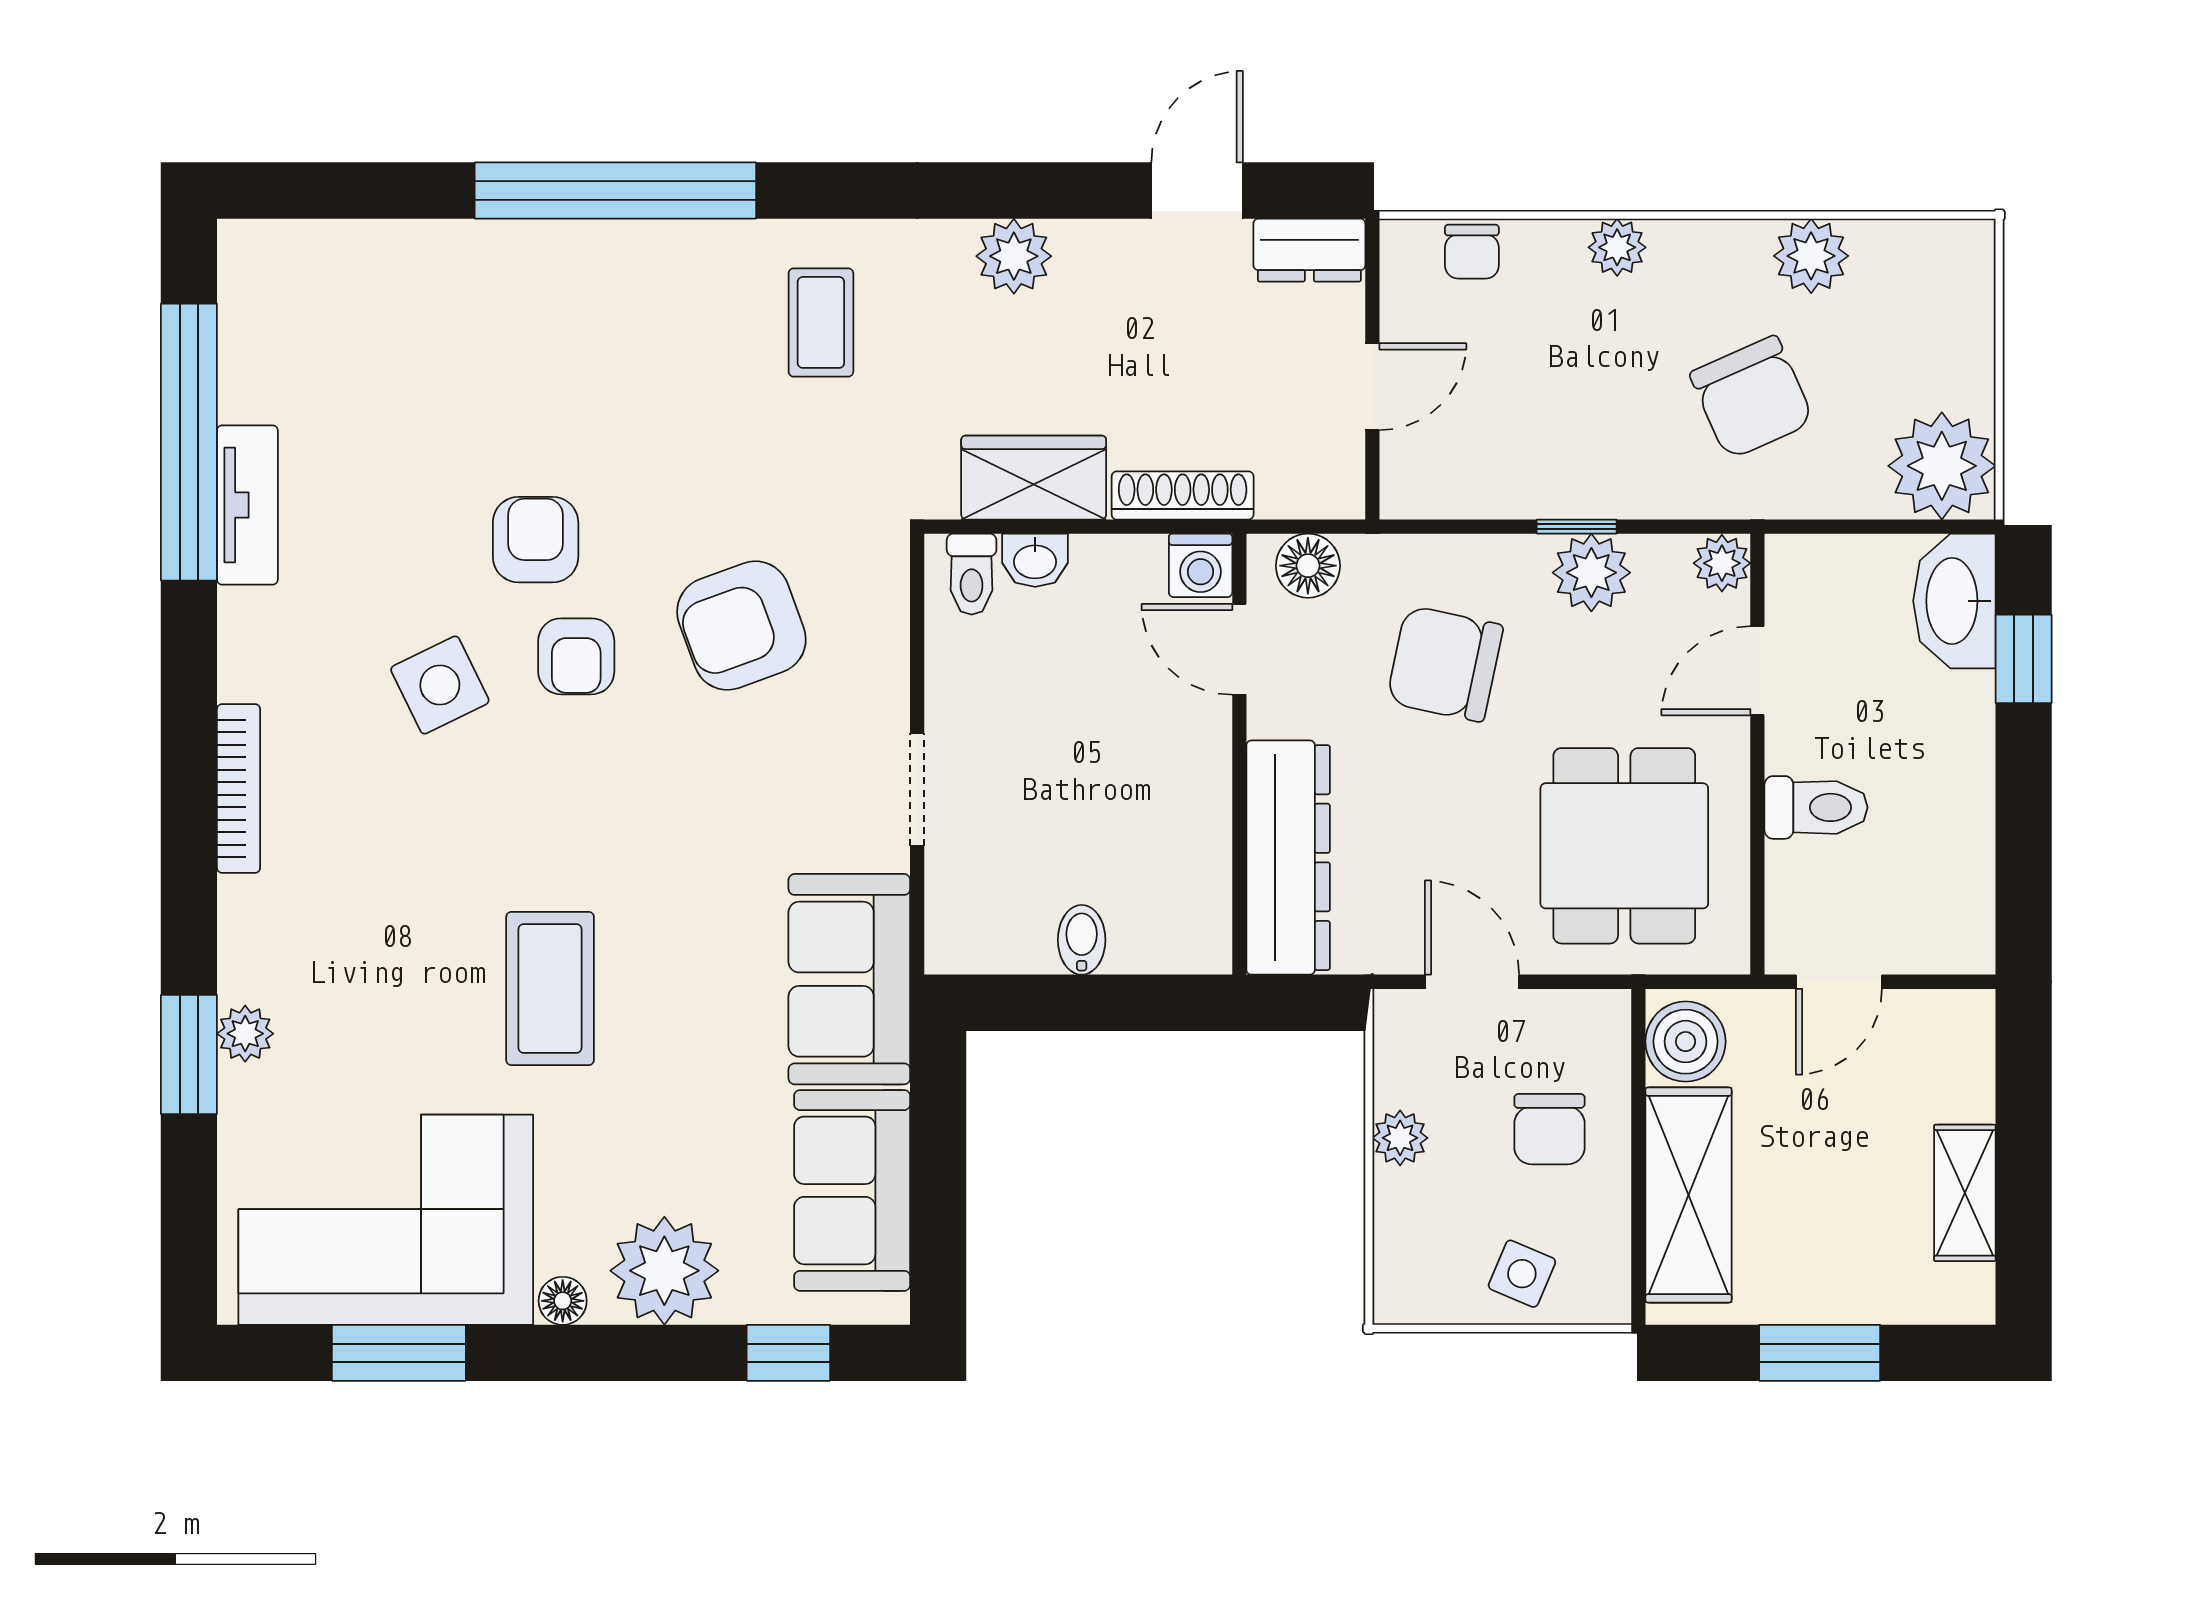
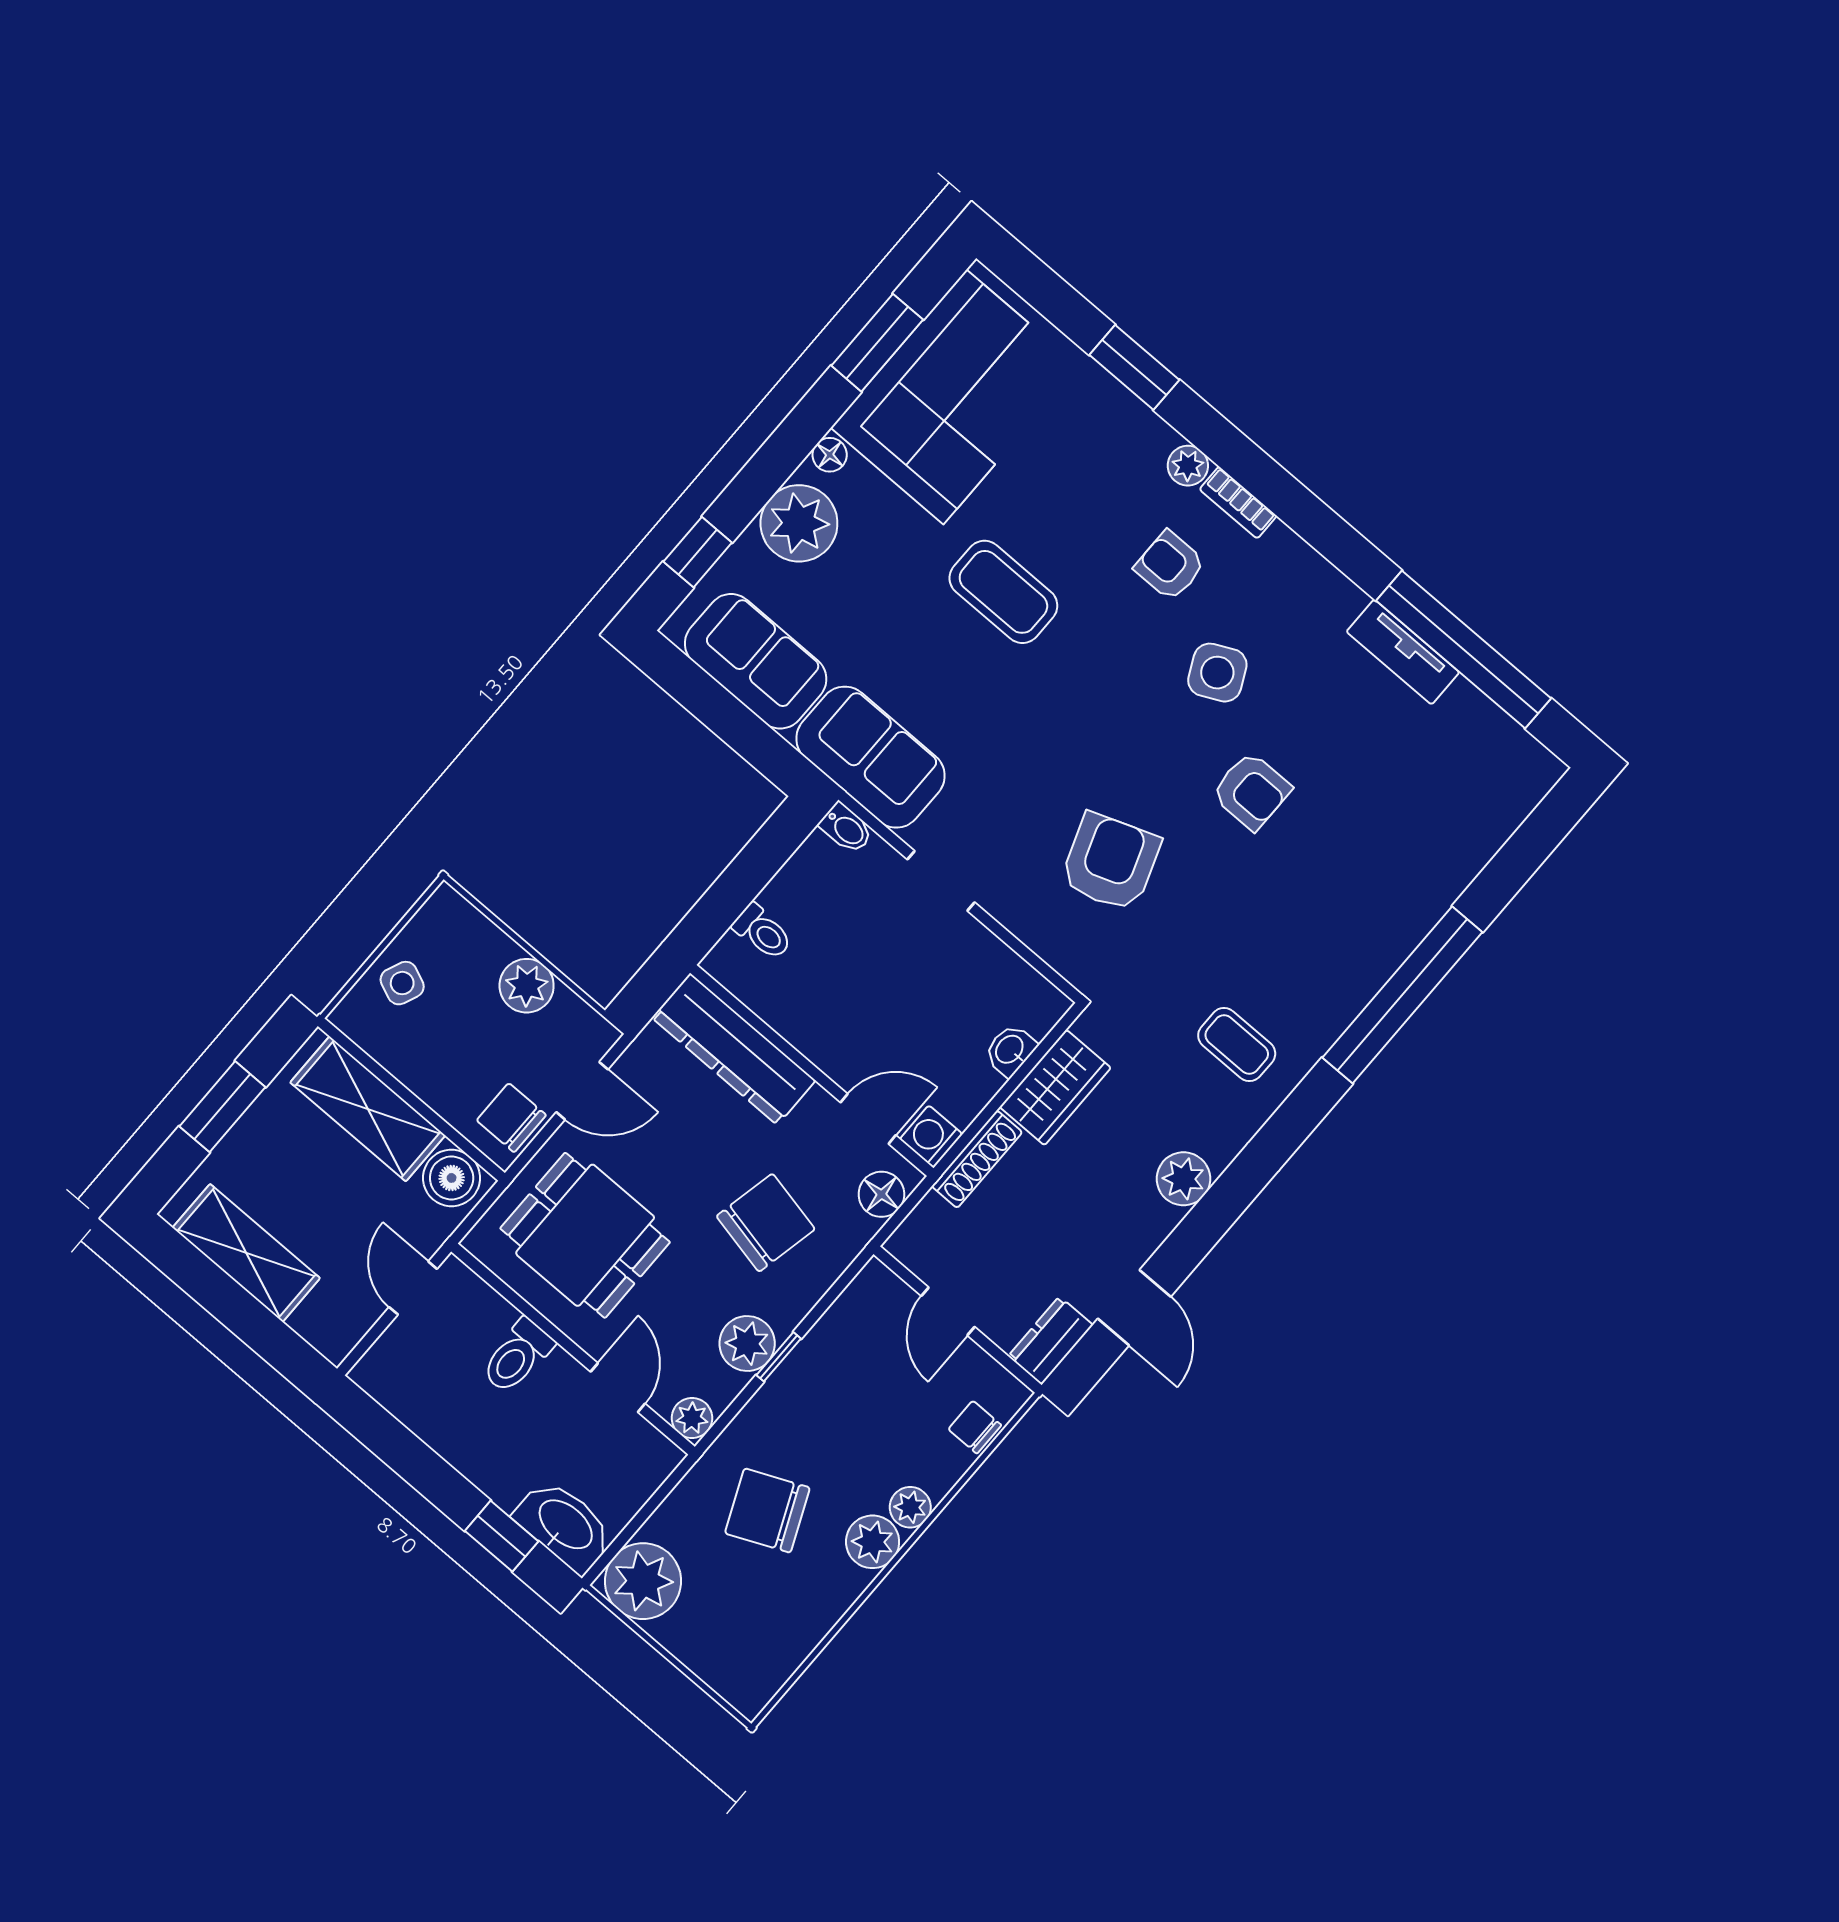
plant: (1811, 256) -> (873, 1542), moved
toilet: (972, 574) -> (763, 932), moved, turned 180
armchair: (576, 656) -> (1170, 566), moved
bookcase: (239, 788) -> (1238, 503), width x0.64
bidet: (1082, 940) -> (846, 828), moved
plant: (245, 1034) -> (1188, 466), moved
chair: (1550, 1129) -> (511, 1118), moved
plant: (1400, 1138) -> (527, 986), width x1.38, depth x1.38
shelving: (1965, 1193) -> (246, 1253), width x1.50, depth x1.33

